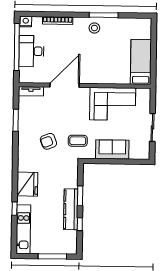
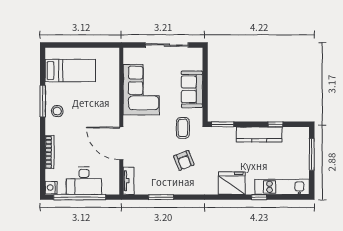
bed: (141, 62) -> (70, 71), moved, turned 180
sliding door: (152, 127) -> (167, 45), width x1.37
window: (80, 196) -> (223, 124), moved

